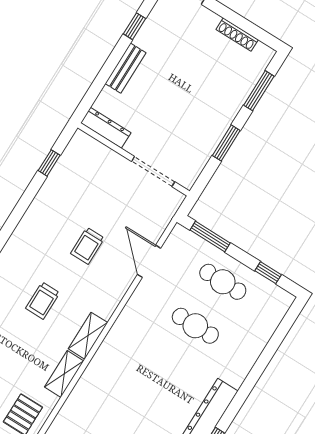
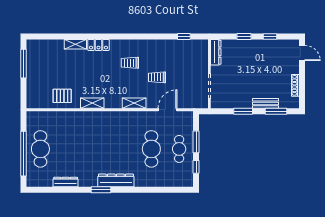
window: (109, 68) -> (244, 36), added
bench: (126, 68) -> (265, 103), moved
window: (210, 237) -> (196, 142), moved
trolley: (43, 301) -> (130, 63), moved
cafe table: (195, 326) -> (151, 149), width x1.37, depth x1.35
shelving: (88, 336) -> (134, 103), moved

